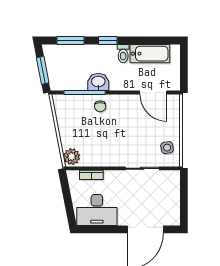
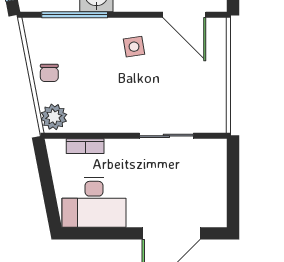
chair: (100, 106) -> (49, 73), moved
side table: (167, 148) -> (134, 47), moved

